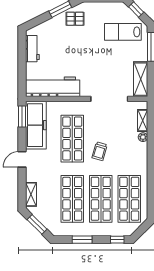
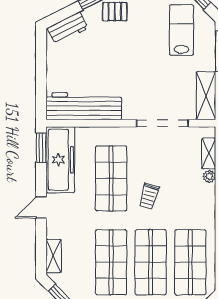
lab bench: (123, 32) -> (181, 30), turned 90
workbench: (32, 49) -> (68, 28), moved, turned 63

